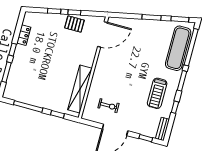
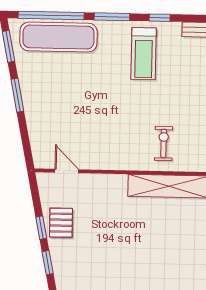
door: (102, 34) -> (67, 171), width x0.53
treadmill: (157, 93) -> (144, 54), turned 90
exercise bike: (109, 106) -> (164, 143), moved

